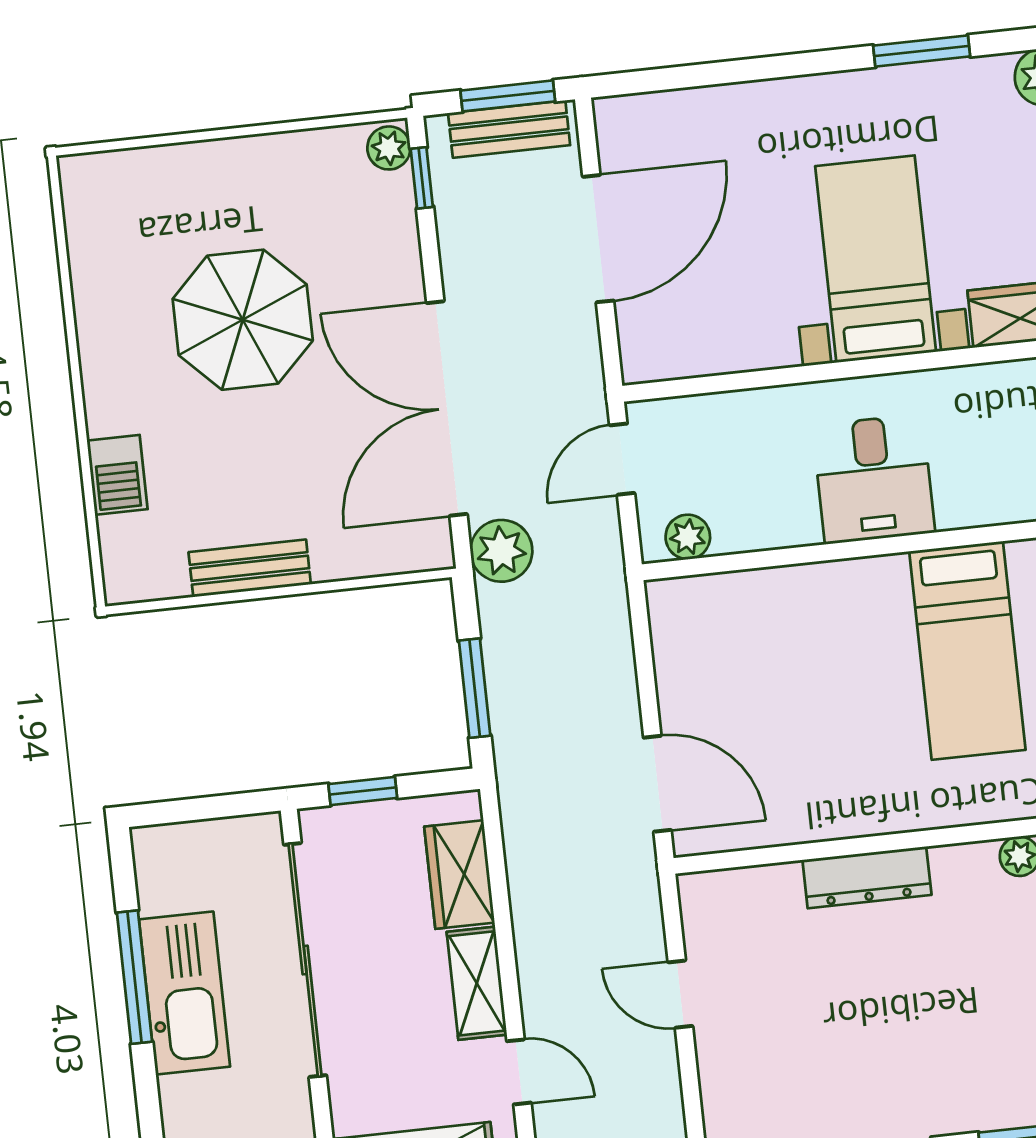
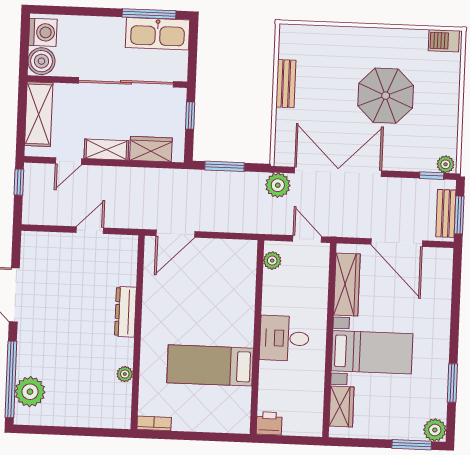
wardrobe: (719, 345) -> (347, 284), added
barbecue: (117, 475) -> (444, 41), moved
window: (134, 977) -> (149, 14), moved
kitchen sink: (185, 993) -> (158, 34), moved

